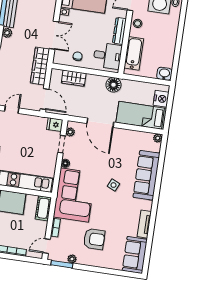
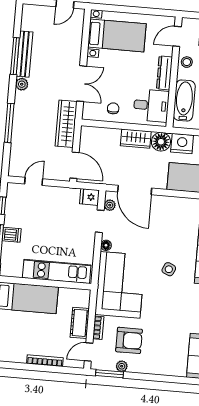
wardrobe: (74, 78) -> (136, 139), moved
nightstand: (130, 87) -> (182, 144), added
door: (100, 123) -> (135, 190), moved
cot: (43, 208) -> (80, 323), moved
armchair: (94, 239) -> (129, 340), moved

